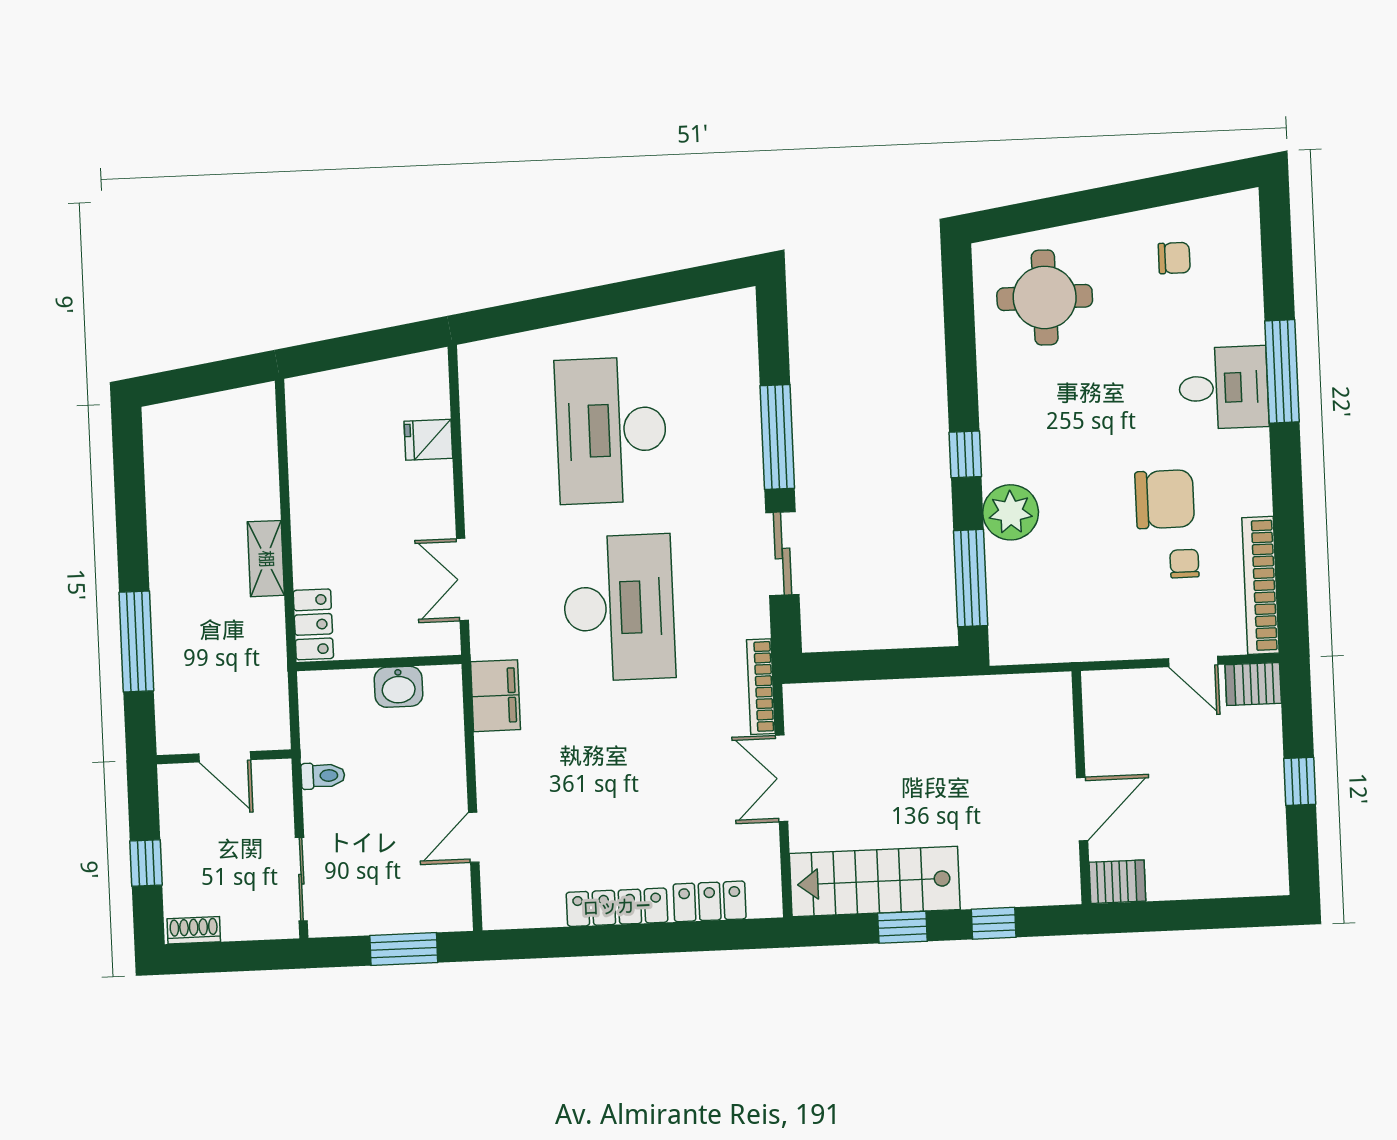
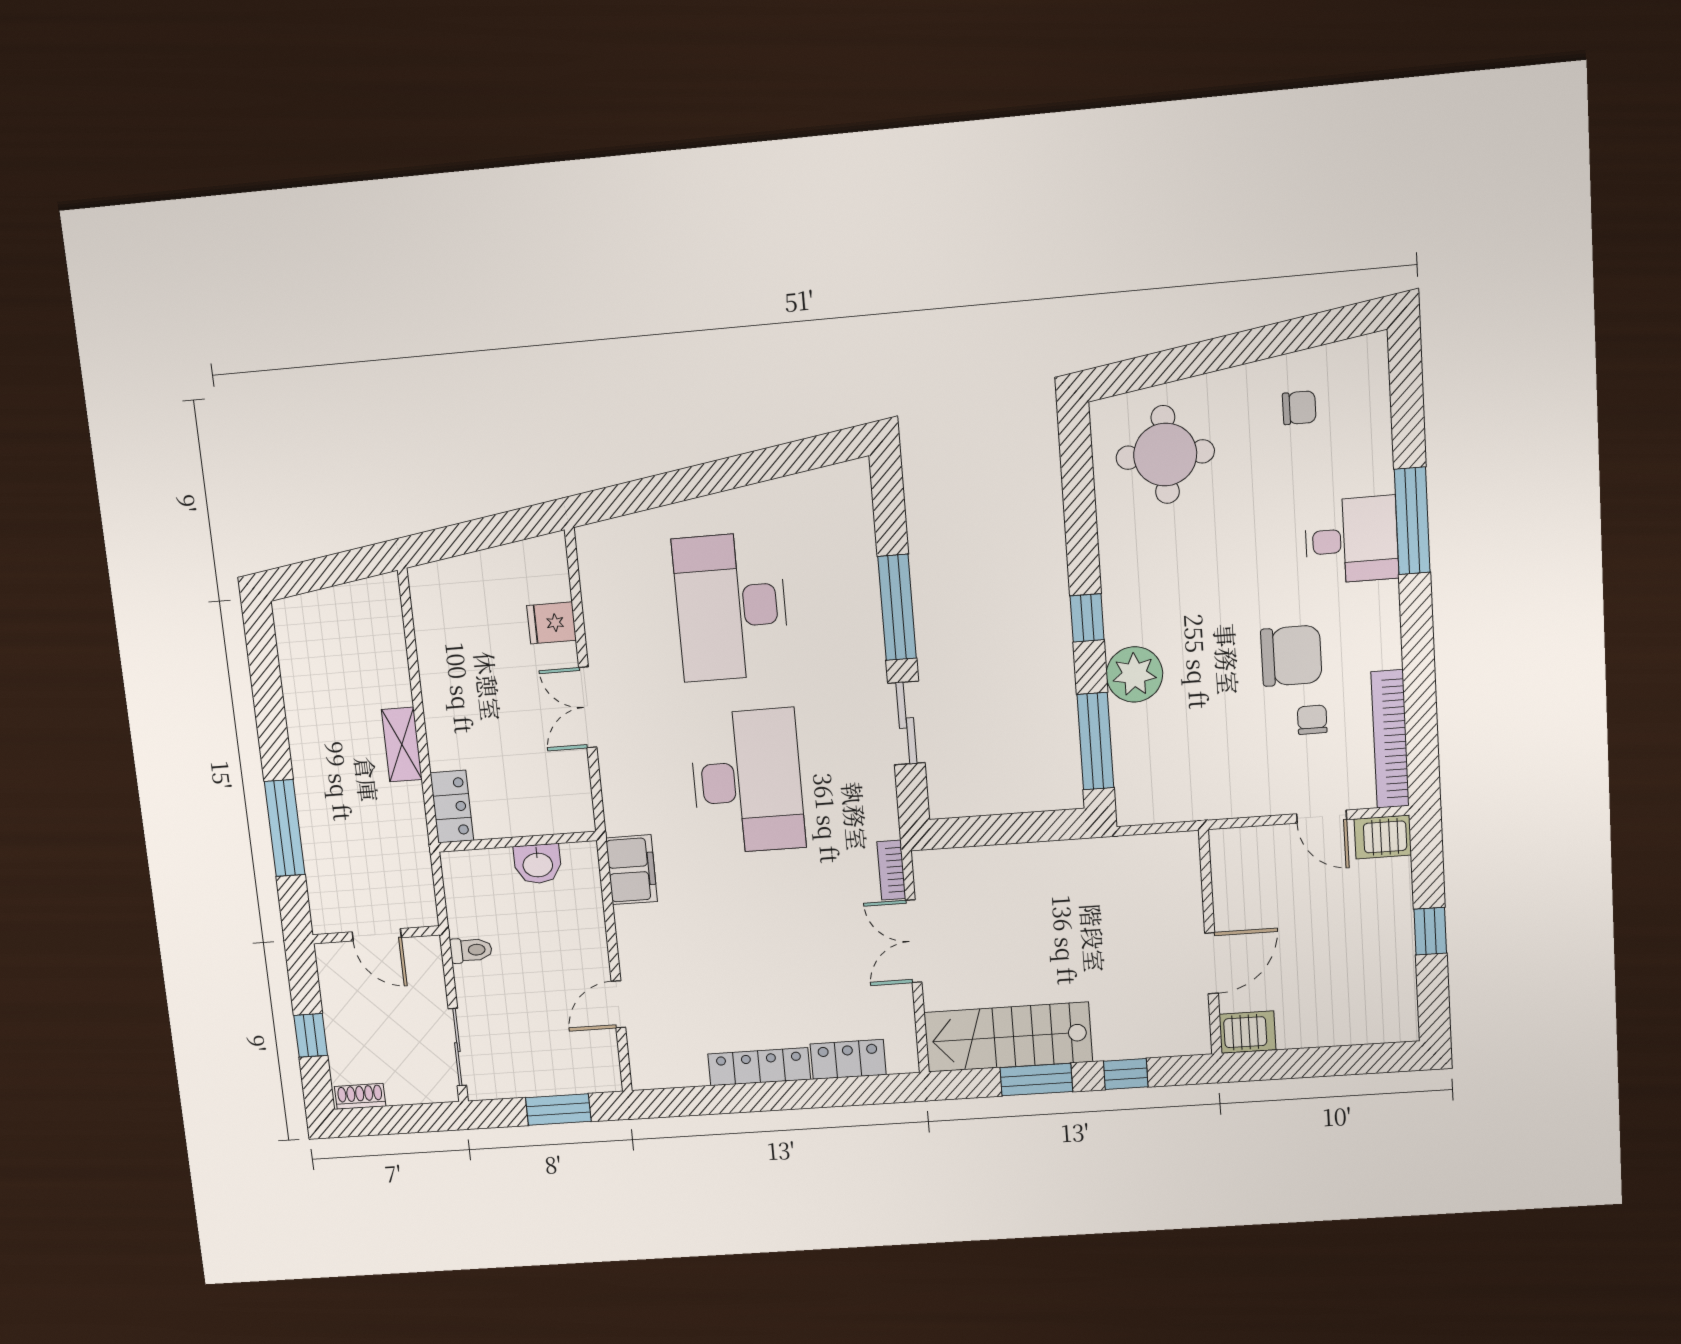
double door: (462, 580) -> (588, 707), moved
bookcase: (761, 687) -> (891, 870), width x0.64
window: (902, 927) -> (1036, 1080), width x1.50

